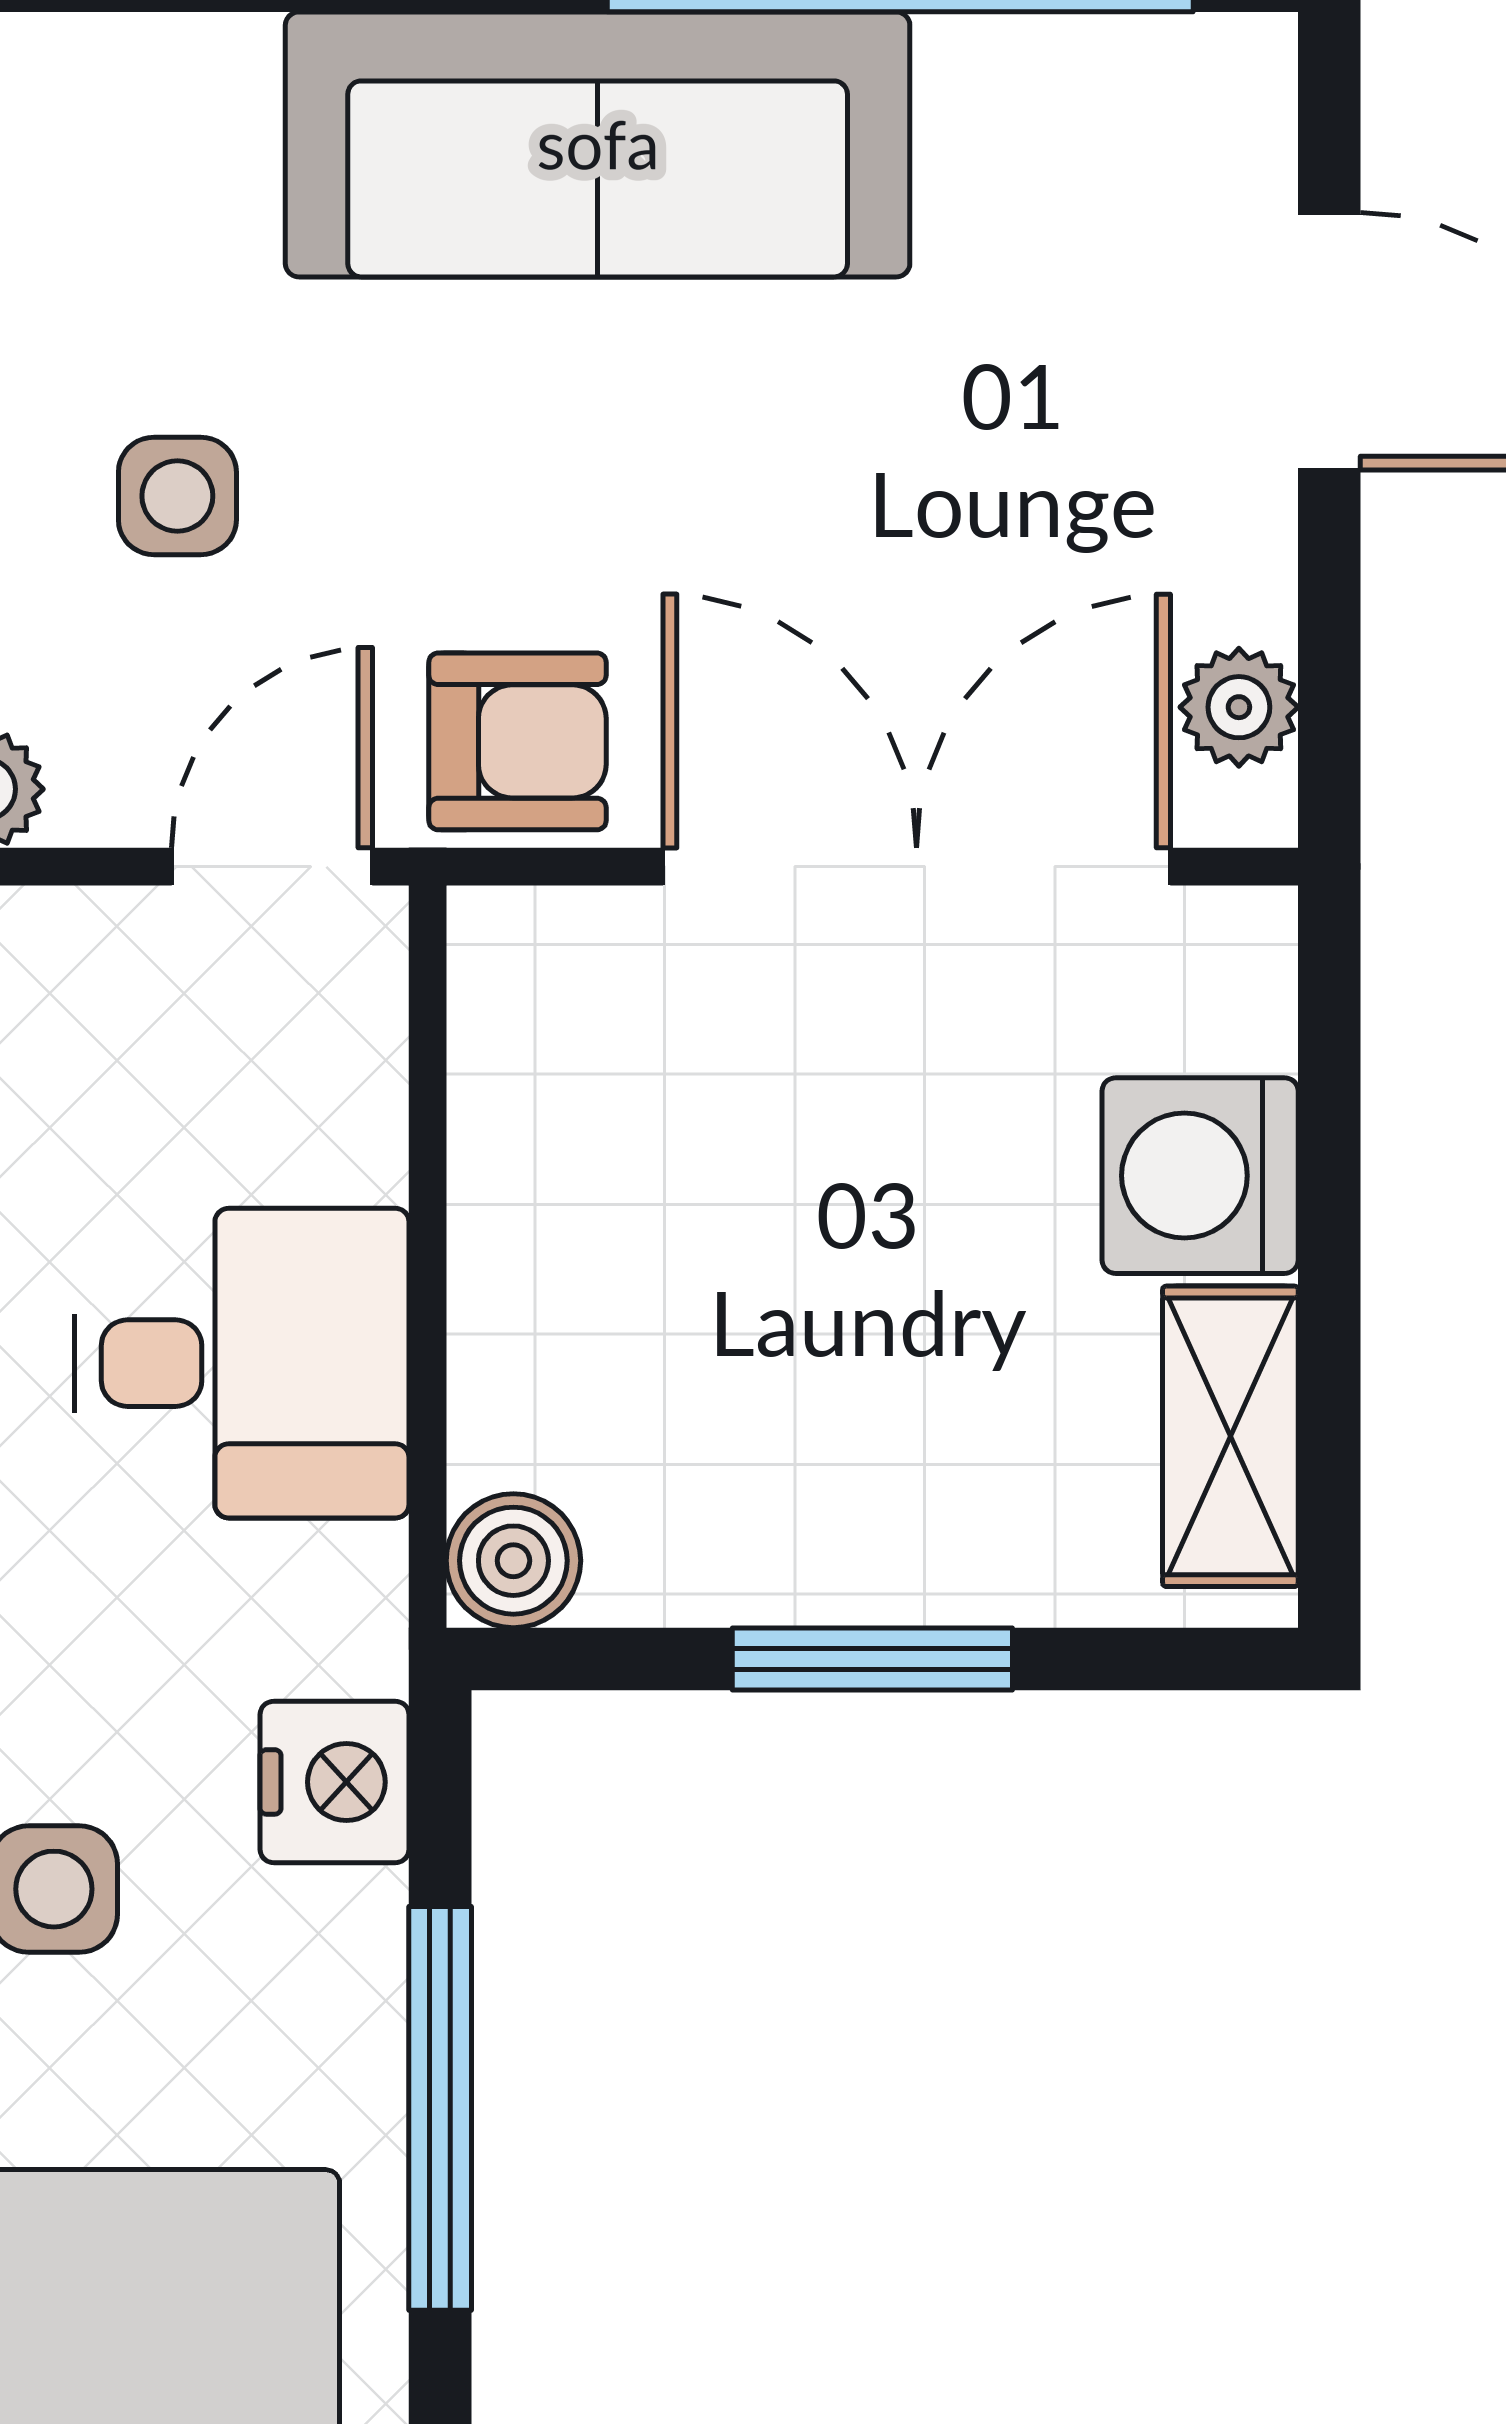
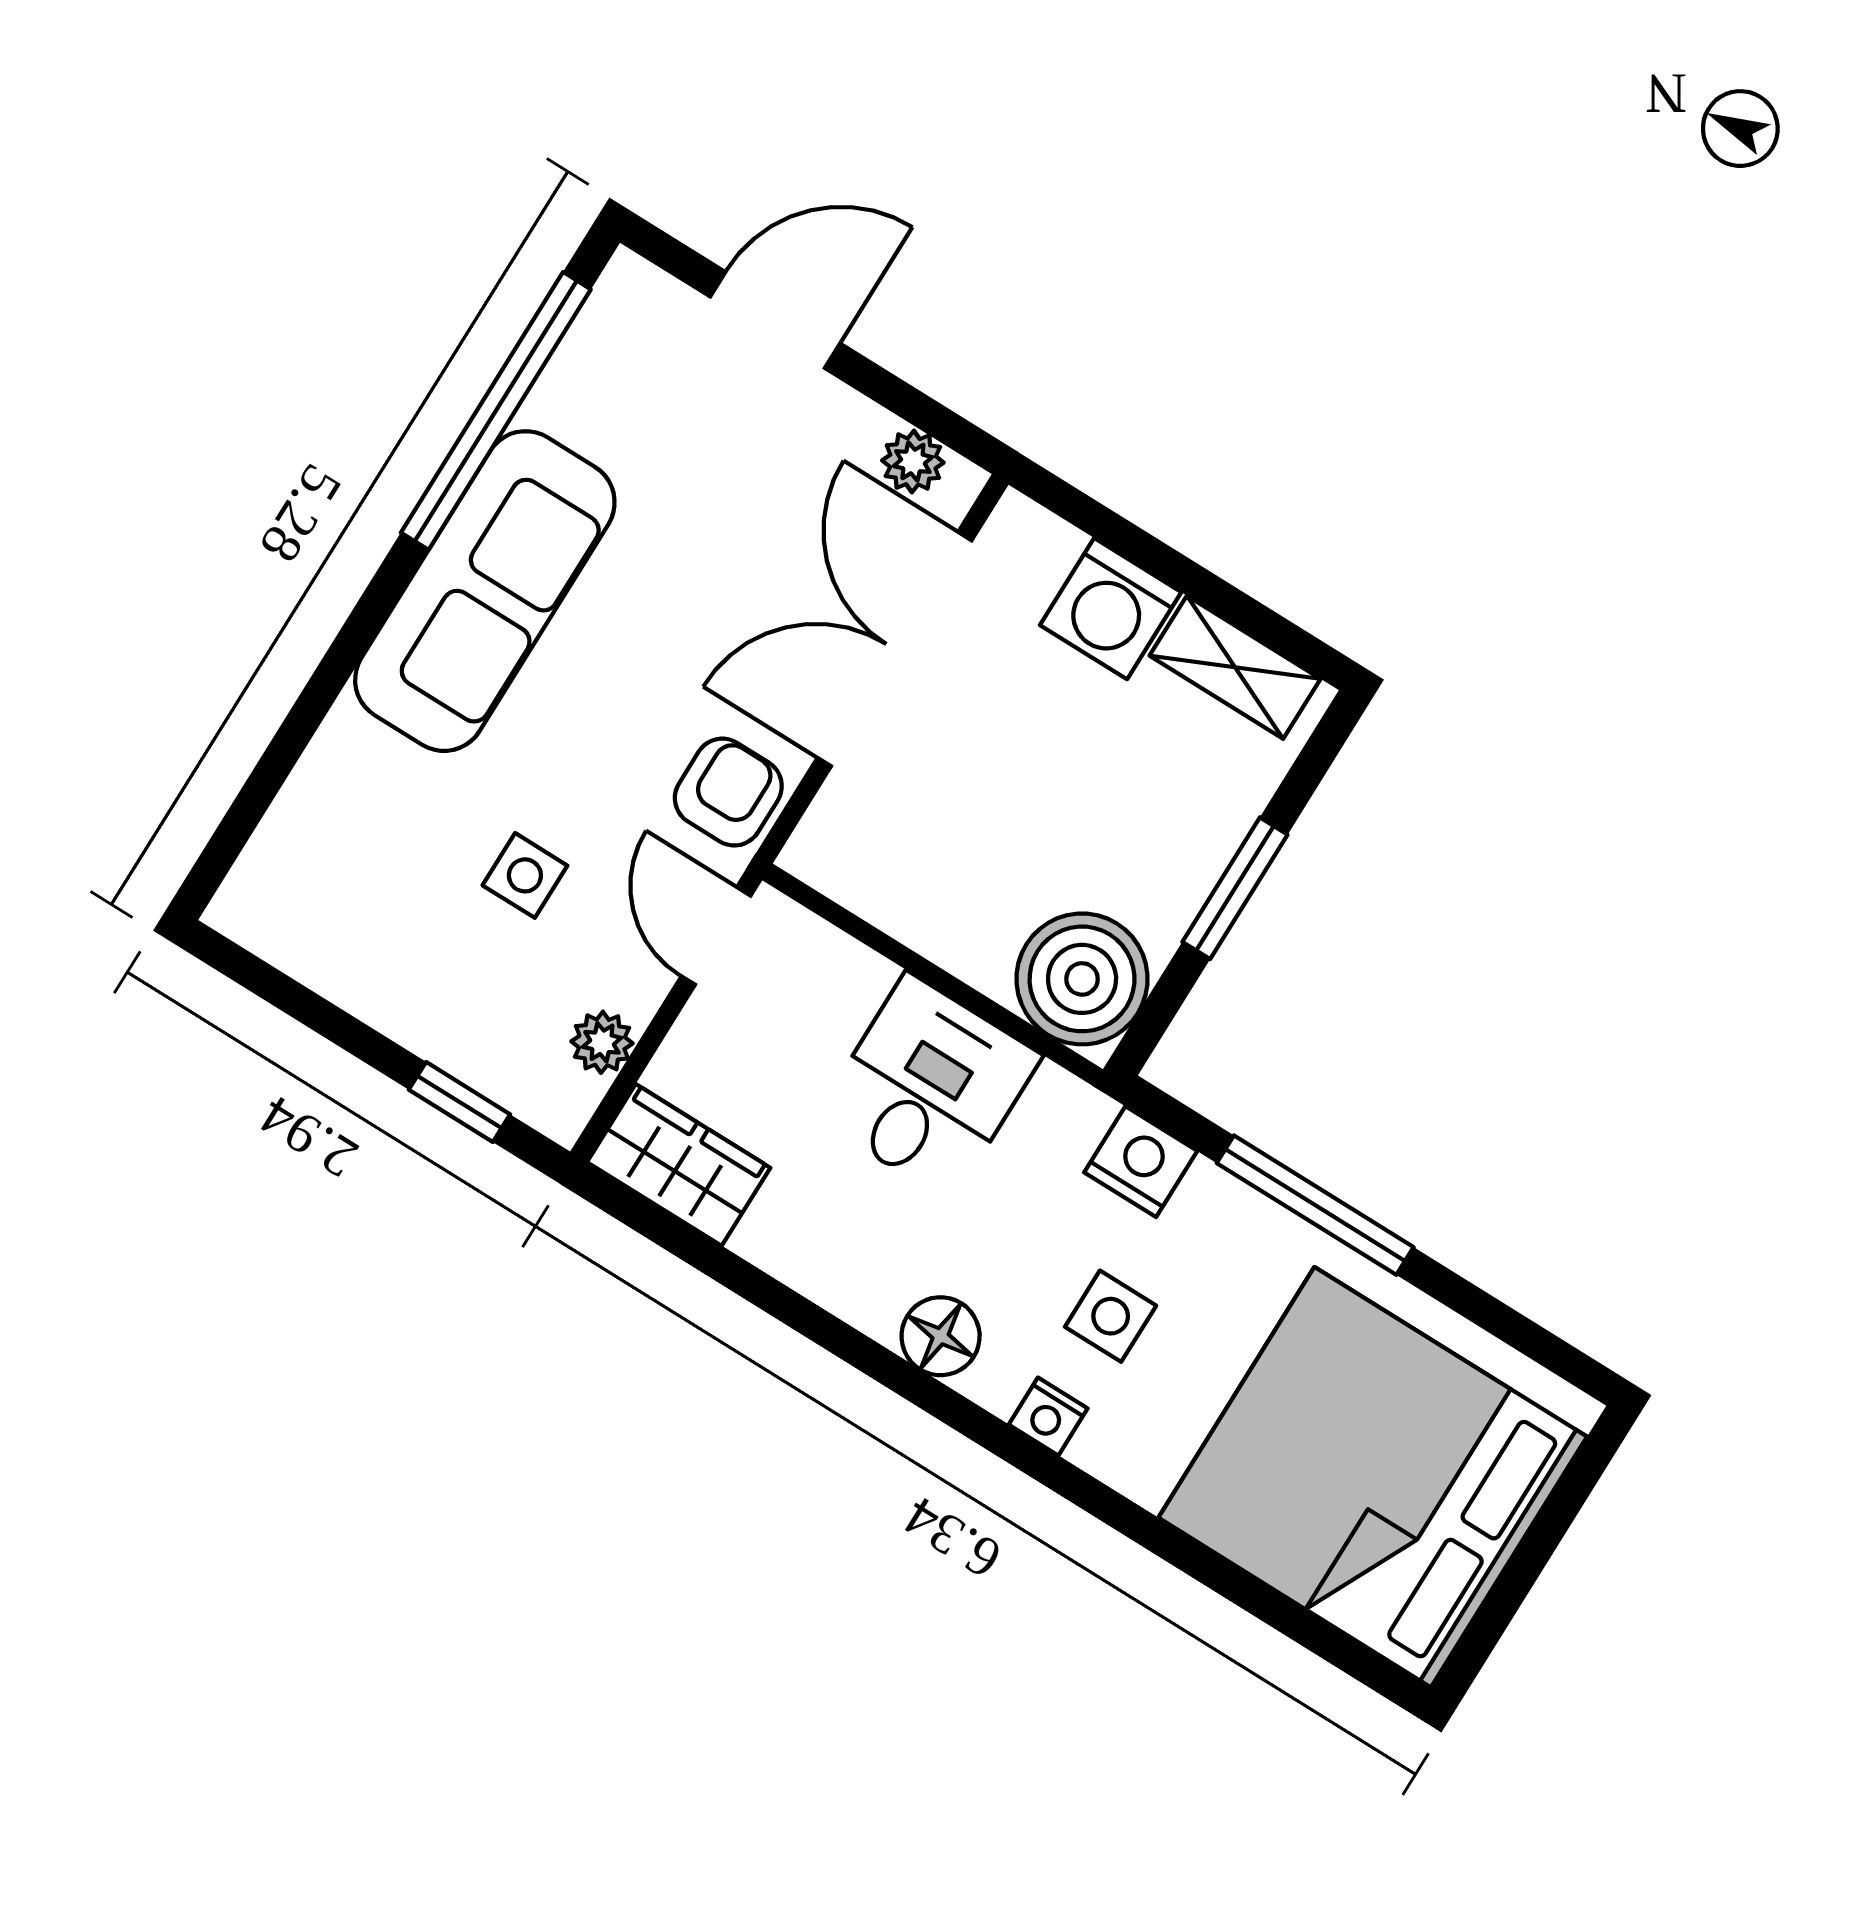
boiler: (513, 1561) -> (1082, 979), width x1.86, depth x1.86

